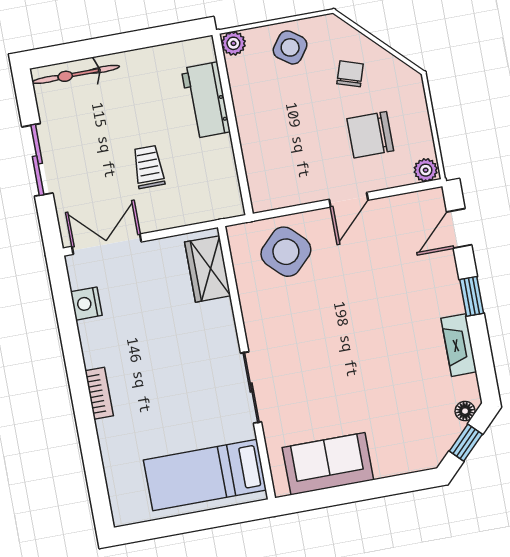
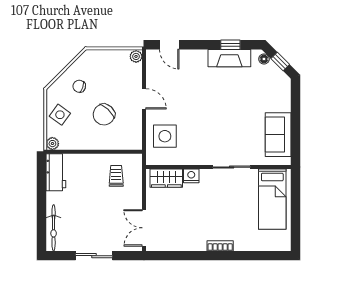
workbench: (206, 100) -> (56, 172), moved, turned -90
chair: (370, 135) -> (104, 114), moved, turned 43
trolley: (149, 167) -> (116, 176), moved, turned 90
side table: (286, 252) -> (165, 136), turned 45
window: (472, 296) -> (230, 45), moved
nightstand: (86, 304) -> (191, 176), moved, turned 180
fireplace: (459, 345) -> (229, 58), width x1.37, depth x1.32

